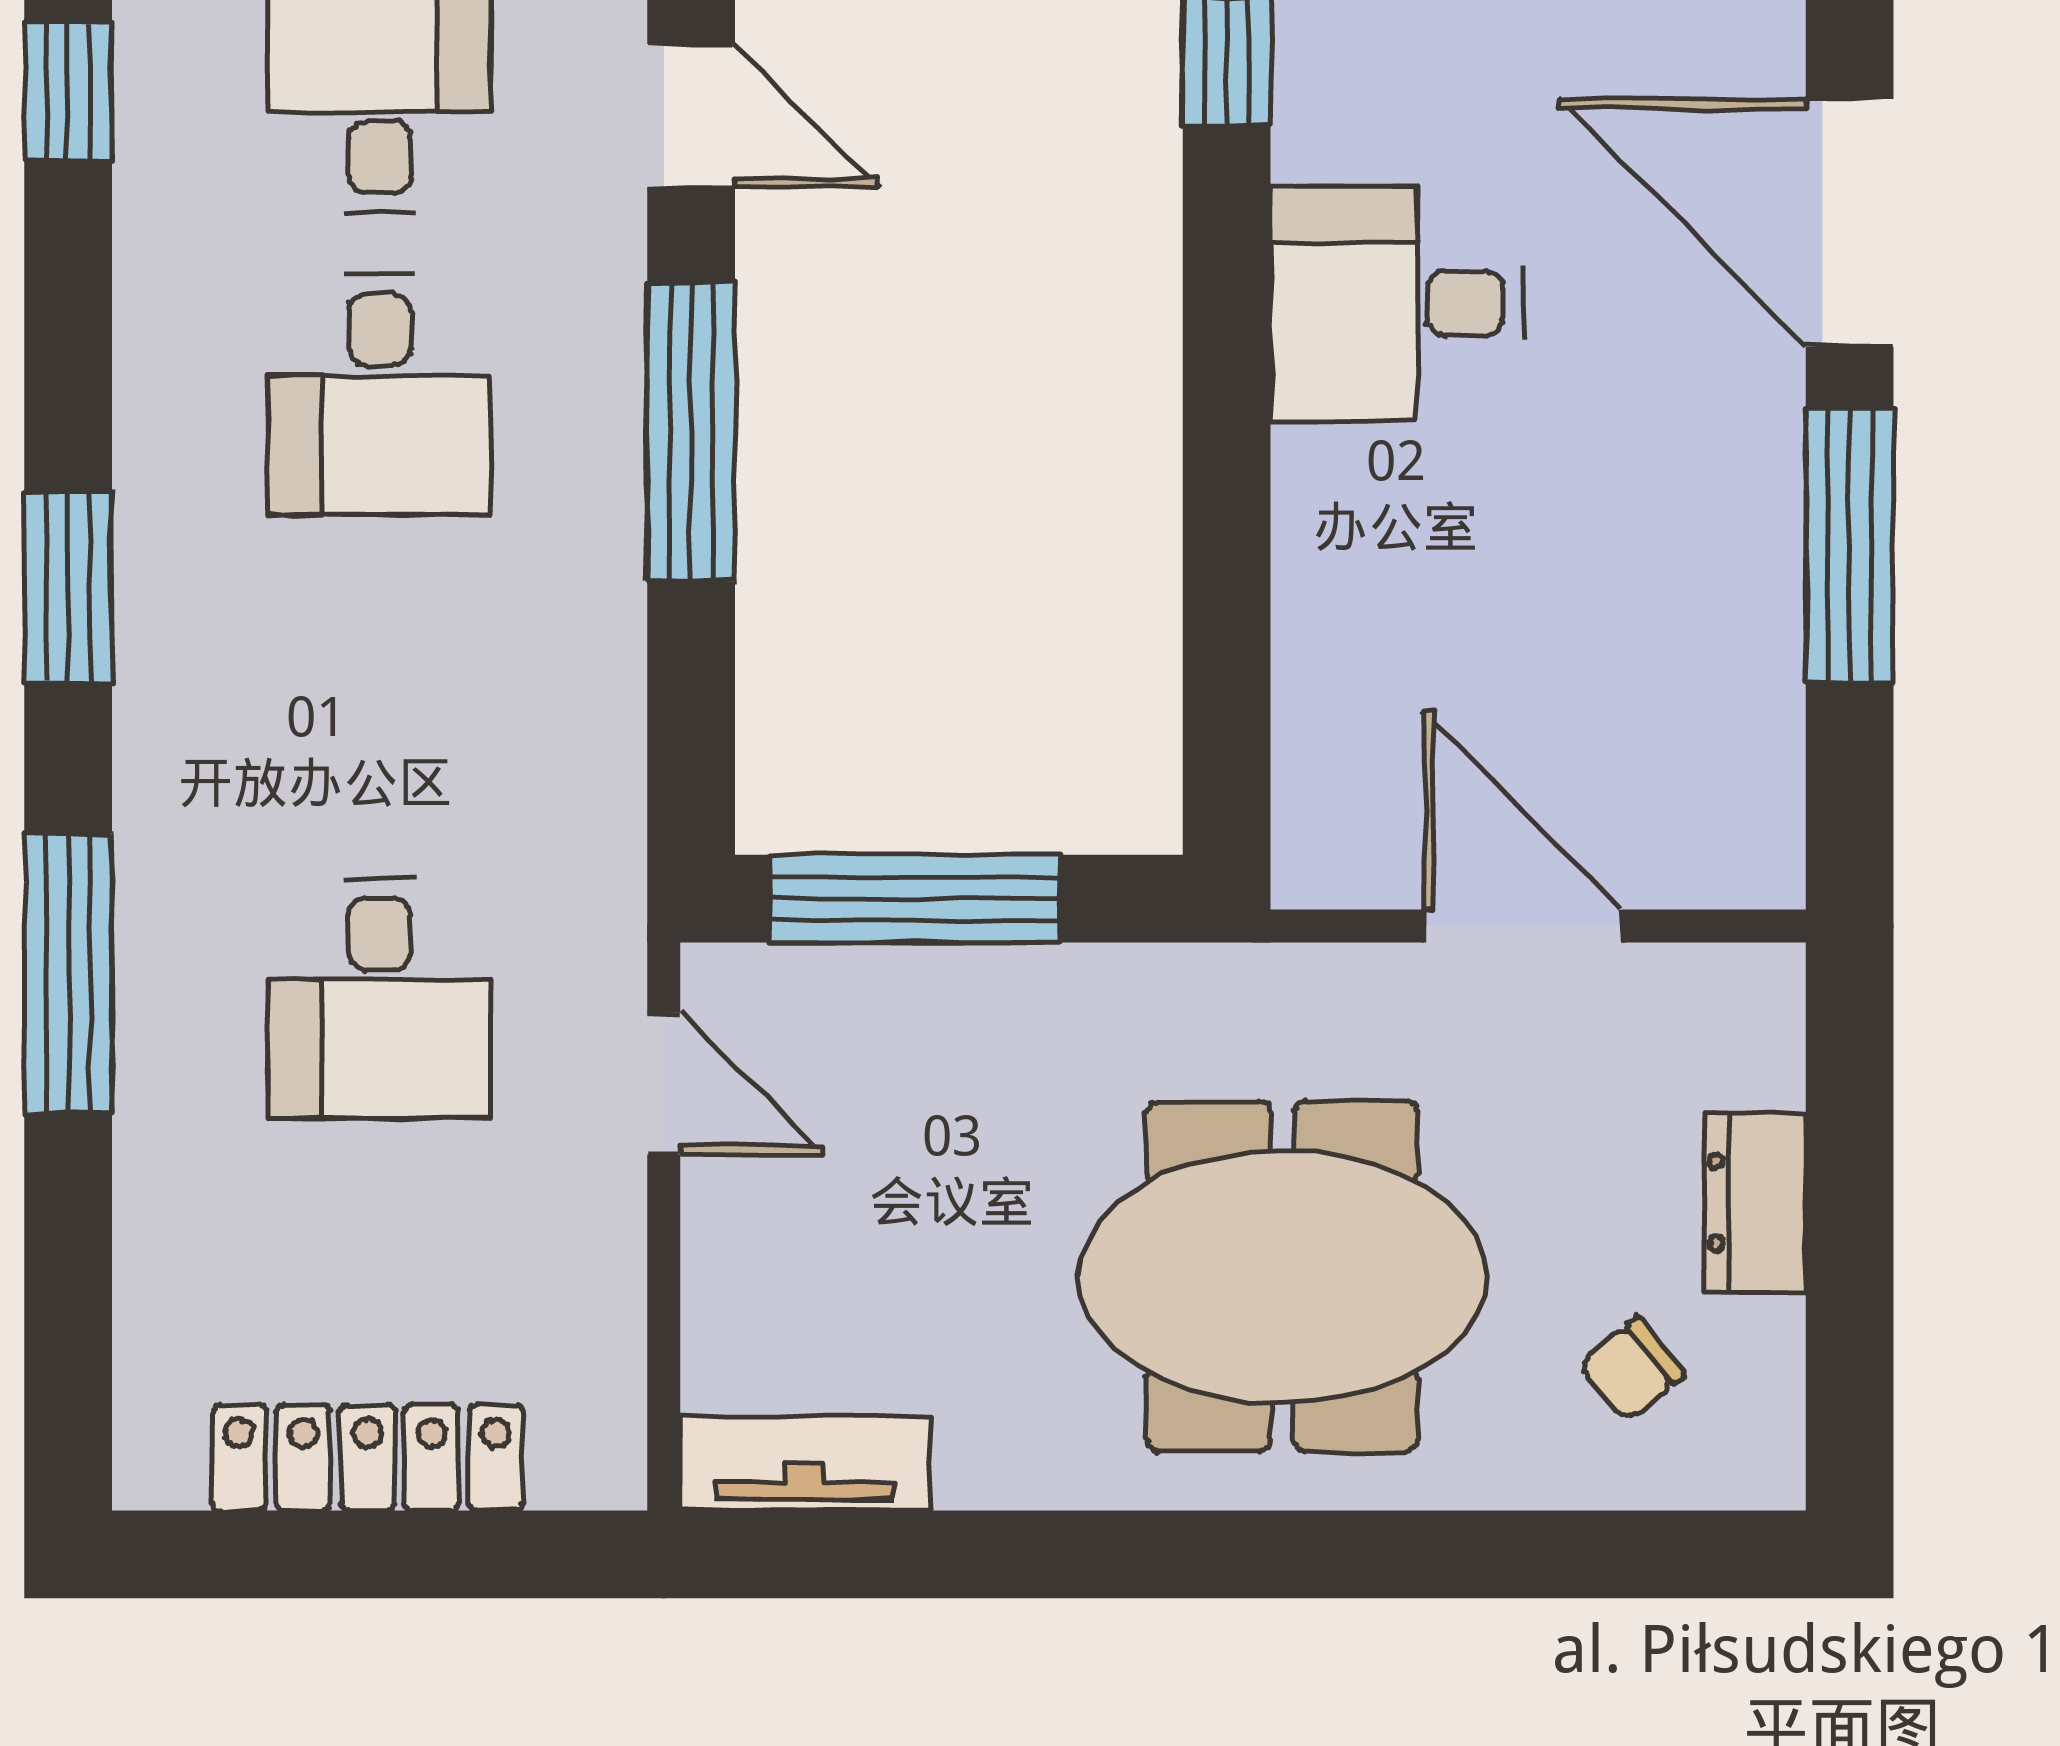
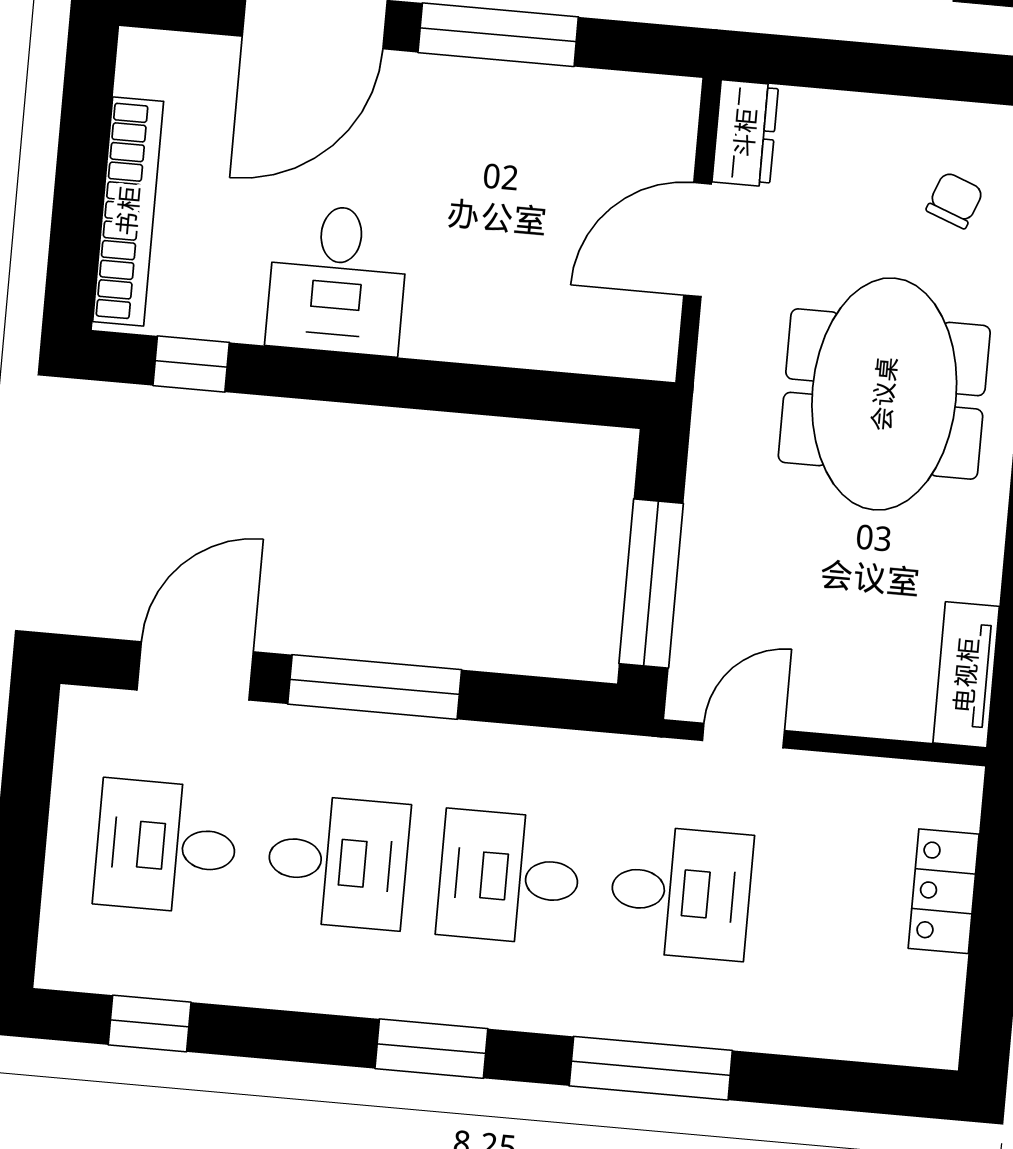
door: (691, 116) -> (195, 671), width x1.38
desk: (380, 696) -> (509, 877), added
dresser: (1755, 1203) -> (745, 133), moved, turned -90
chair: (1632, 1369) -> (955, 200), turned -120
locker: (367, 1458) -> (944, 891), width x0.66

